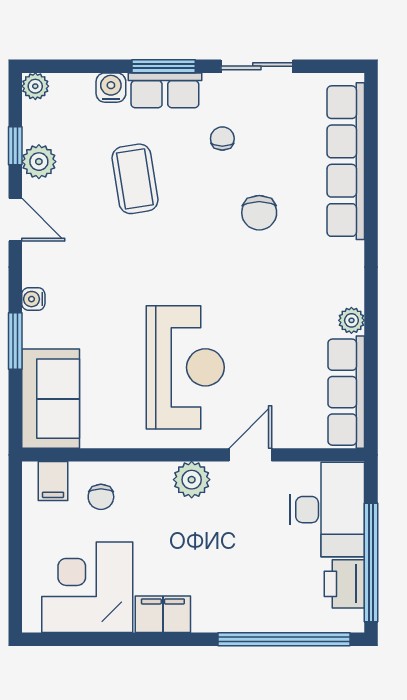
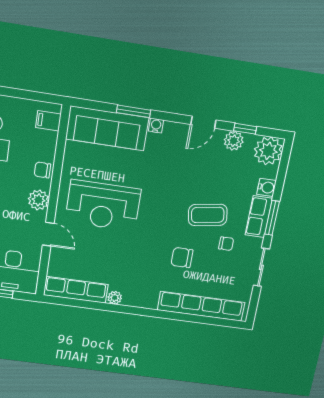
plant: (35, 86) -> (268, 151), width x1.88, depth x1.88
coffee table: (135, 179) -> (208, 215), moved
sofa: (51, 399) -> (107, 128), width x1.36
chair: (101, 497) -> (43, 170), moved

